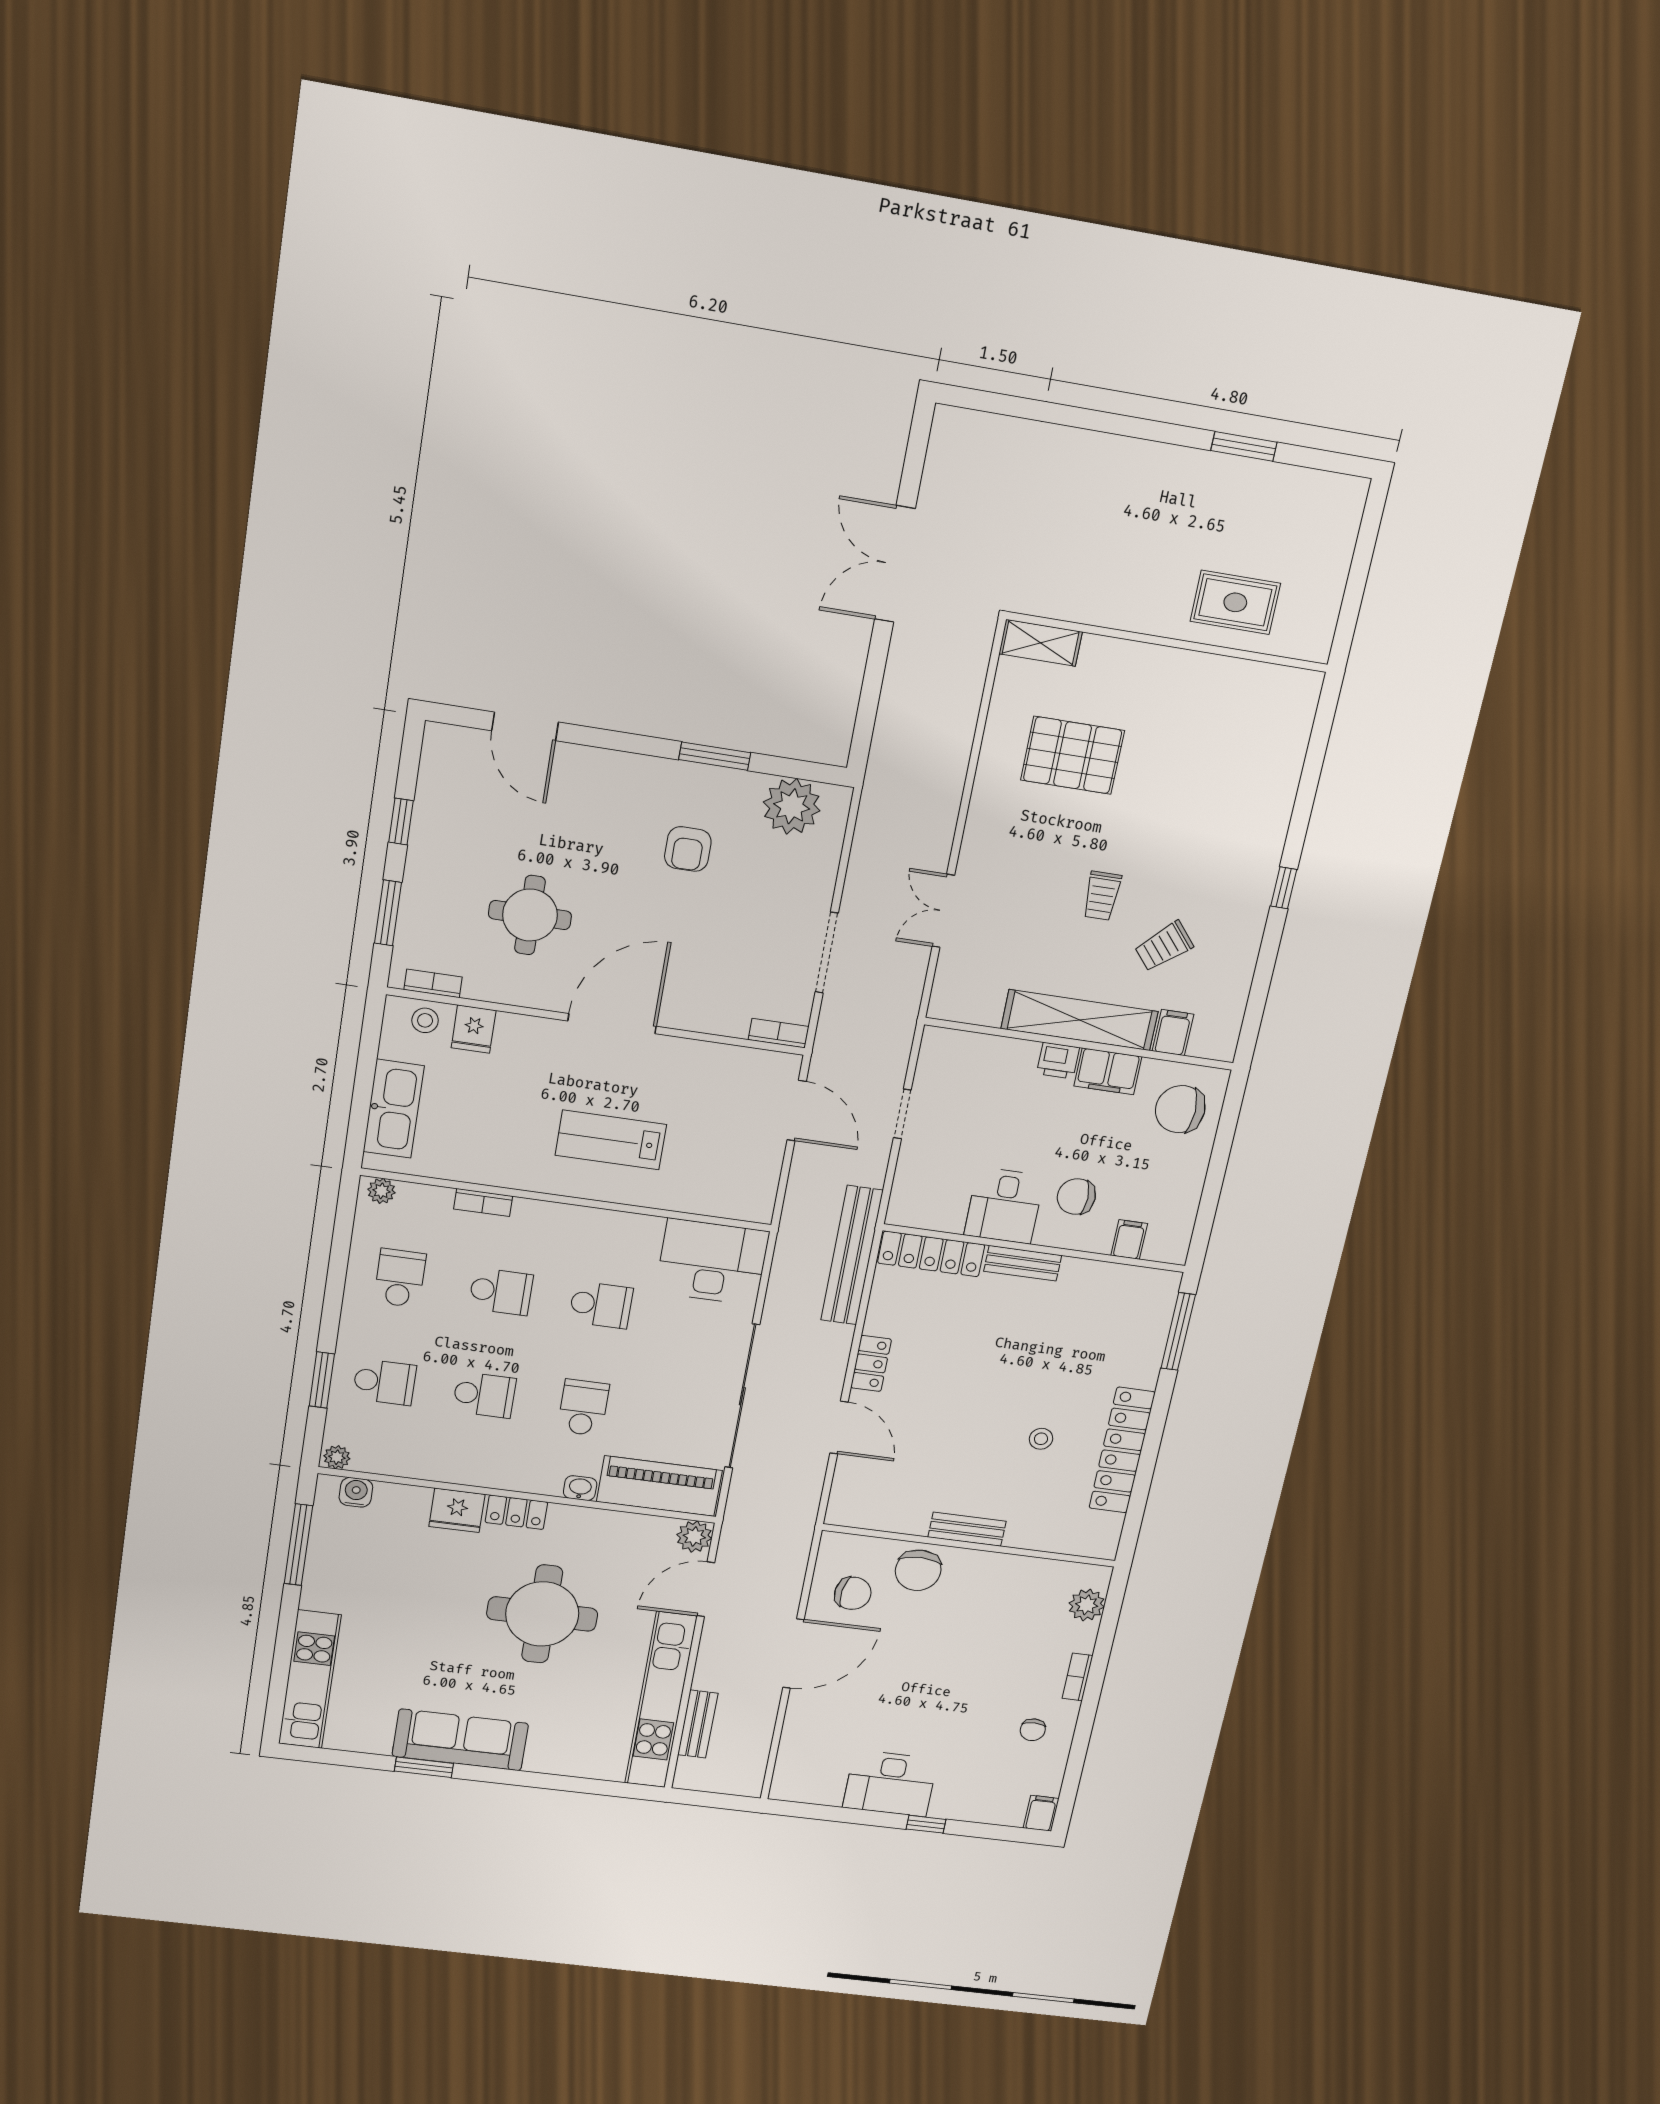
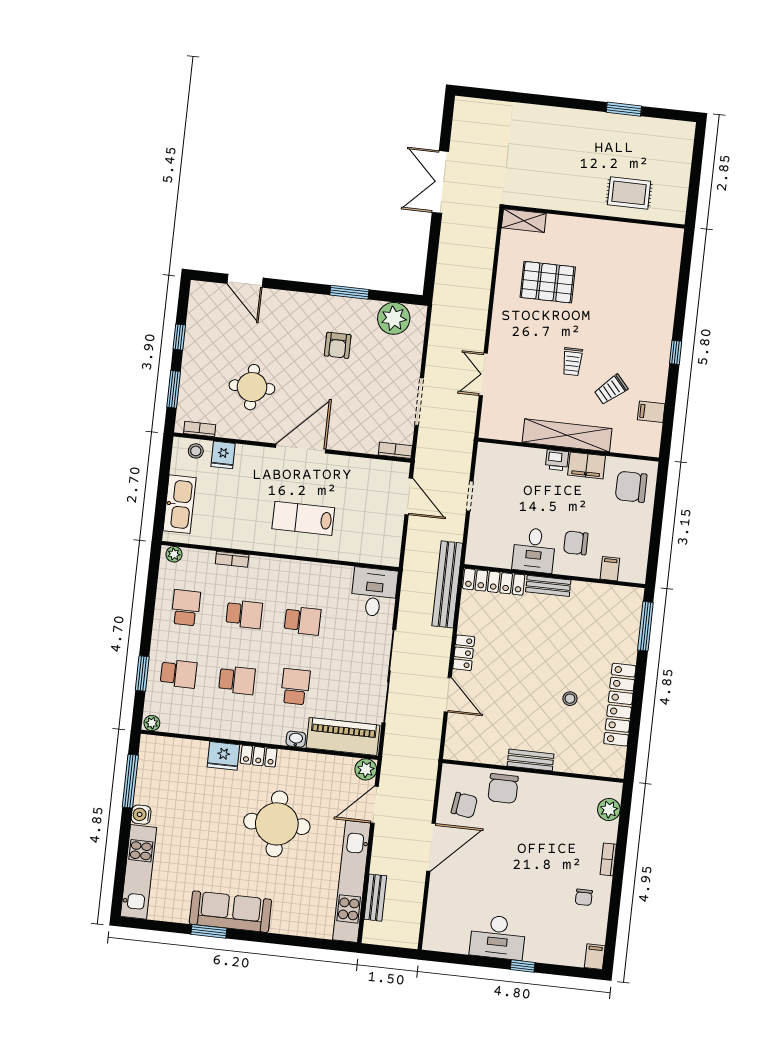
filing cabinet: (1173, 1033) -> (651, 412), moved, turned -90
desk: (712, 1262) -> (374, 592), width x0.73
water cooler: (356, 1492) -> (141, 815), moved, turned -90

